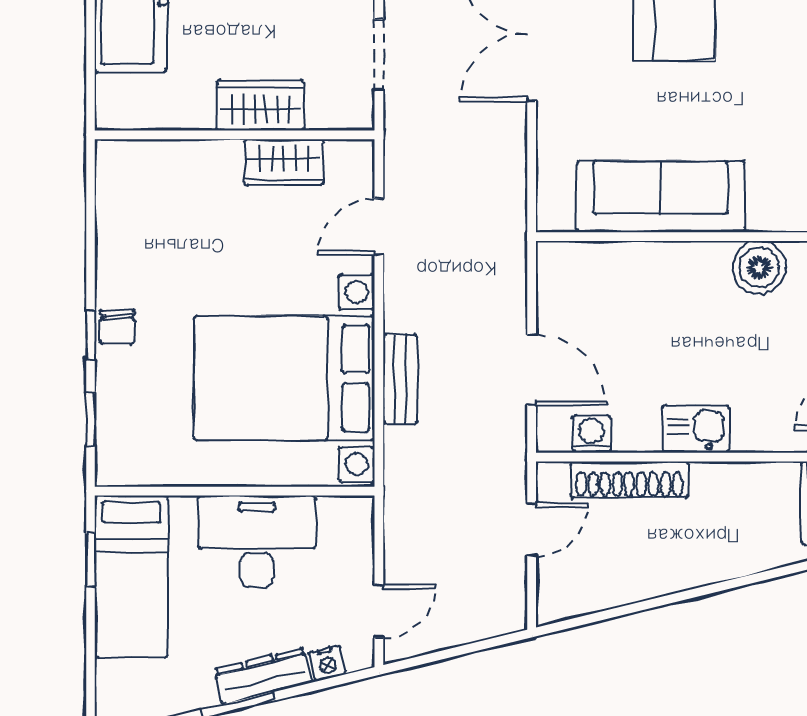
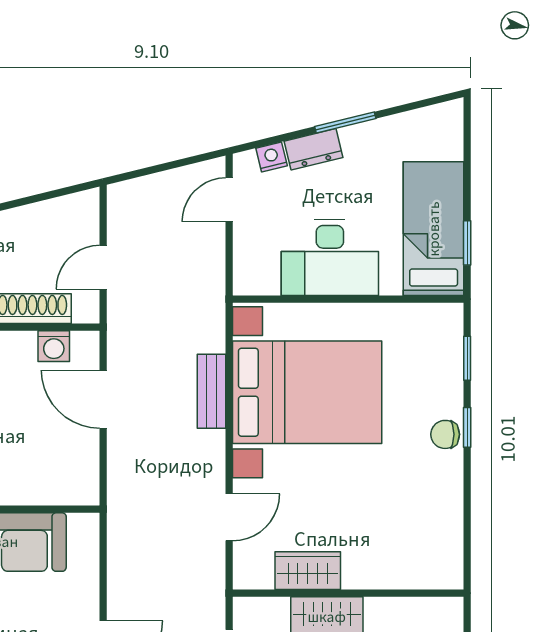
chair: (117, 327) -> (445, 434), turned -90
dresser: (263, 676) -> (314, 149), width x0.70

